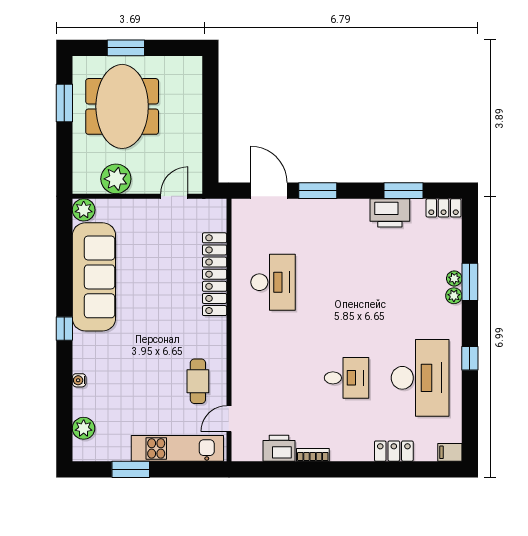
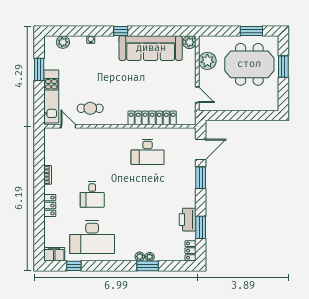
window: (470, 358) -> (74, 266), moved
printer: (279, 448) -> (51, 155), removed
locker: (394, 451) -> (50, 205), moved
filing cabinet: (450, 452) -> (54, 254), width x2.00

